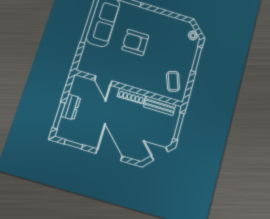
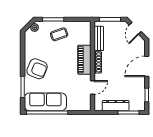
armchair: (135, 42) -> (37, 69), moved, turned -68
piano: (139, 81) -> (84, 60), added
coffee table: (173, 81) -> (59, 34), moved
dresser: (71, 107) -> (116, 106), width x1.44

